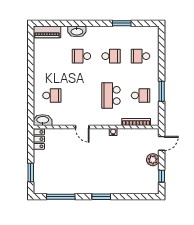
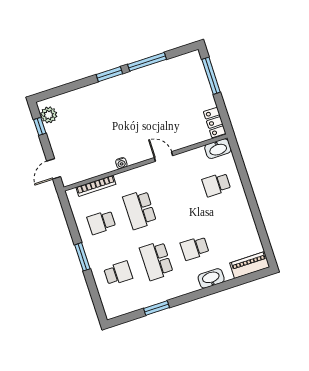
school desk: (81, 56) -> (195, 248), turned 180
school desk: (111, 56) -> (156, 261), width x1.85
window: (162, 91) -> (82, 257), moved
school desk: (111, 95) -> (140, 210), turned 180
plant: (153, 160) -> (49, 115), moved
window: (31, 172) -> (211, 76), width x1.44
window: (61, 197) -> (147, 62), moved

